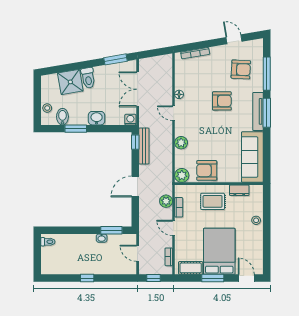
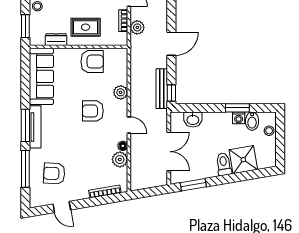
armchair: (222, 101) -> (93, 111), moved
washbasin: (97, 118) -> (193, 120), moved
washing machine: (130, 120) -> (239, 118), moved
plant: (182, 175) -> (120, 160), moved
window: (267, 202) -> (25, 26), added

